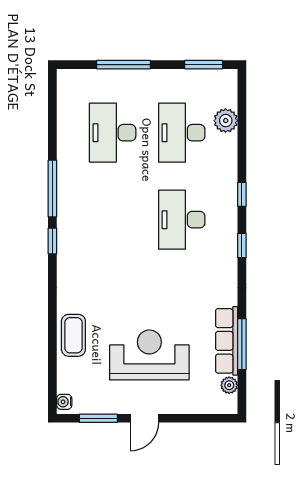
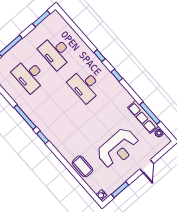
plant: (226, 121) -> (68, 33), removed
reception desk: (149, 355) -> (118, 148), turned 180
door: (144, 418) -> (147, 166), moved

